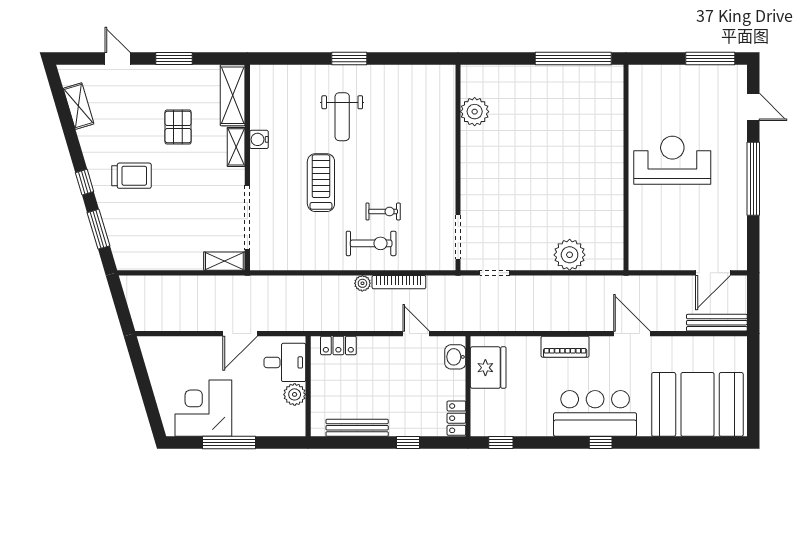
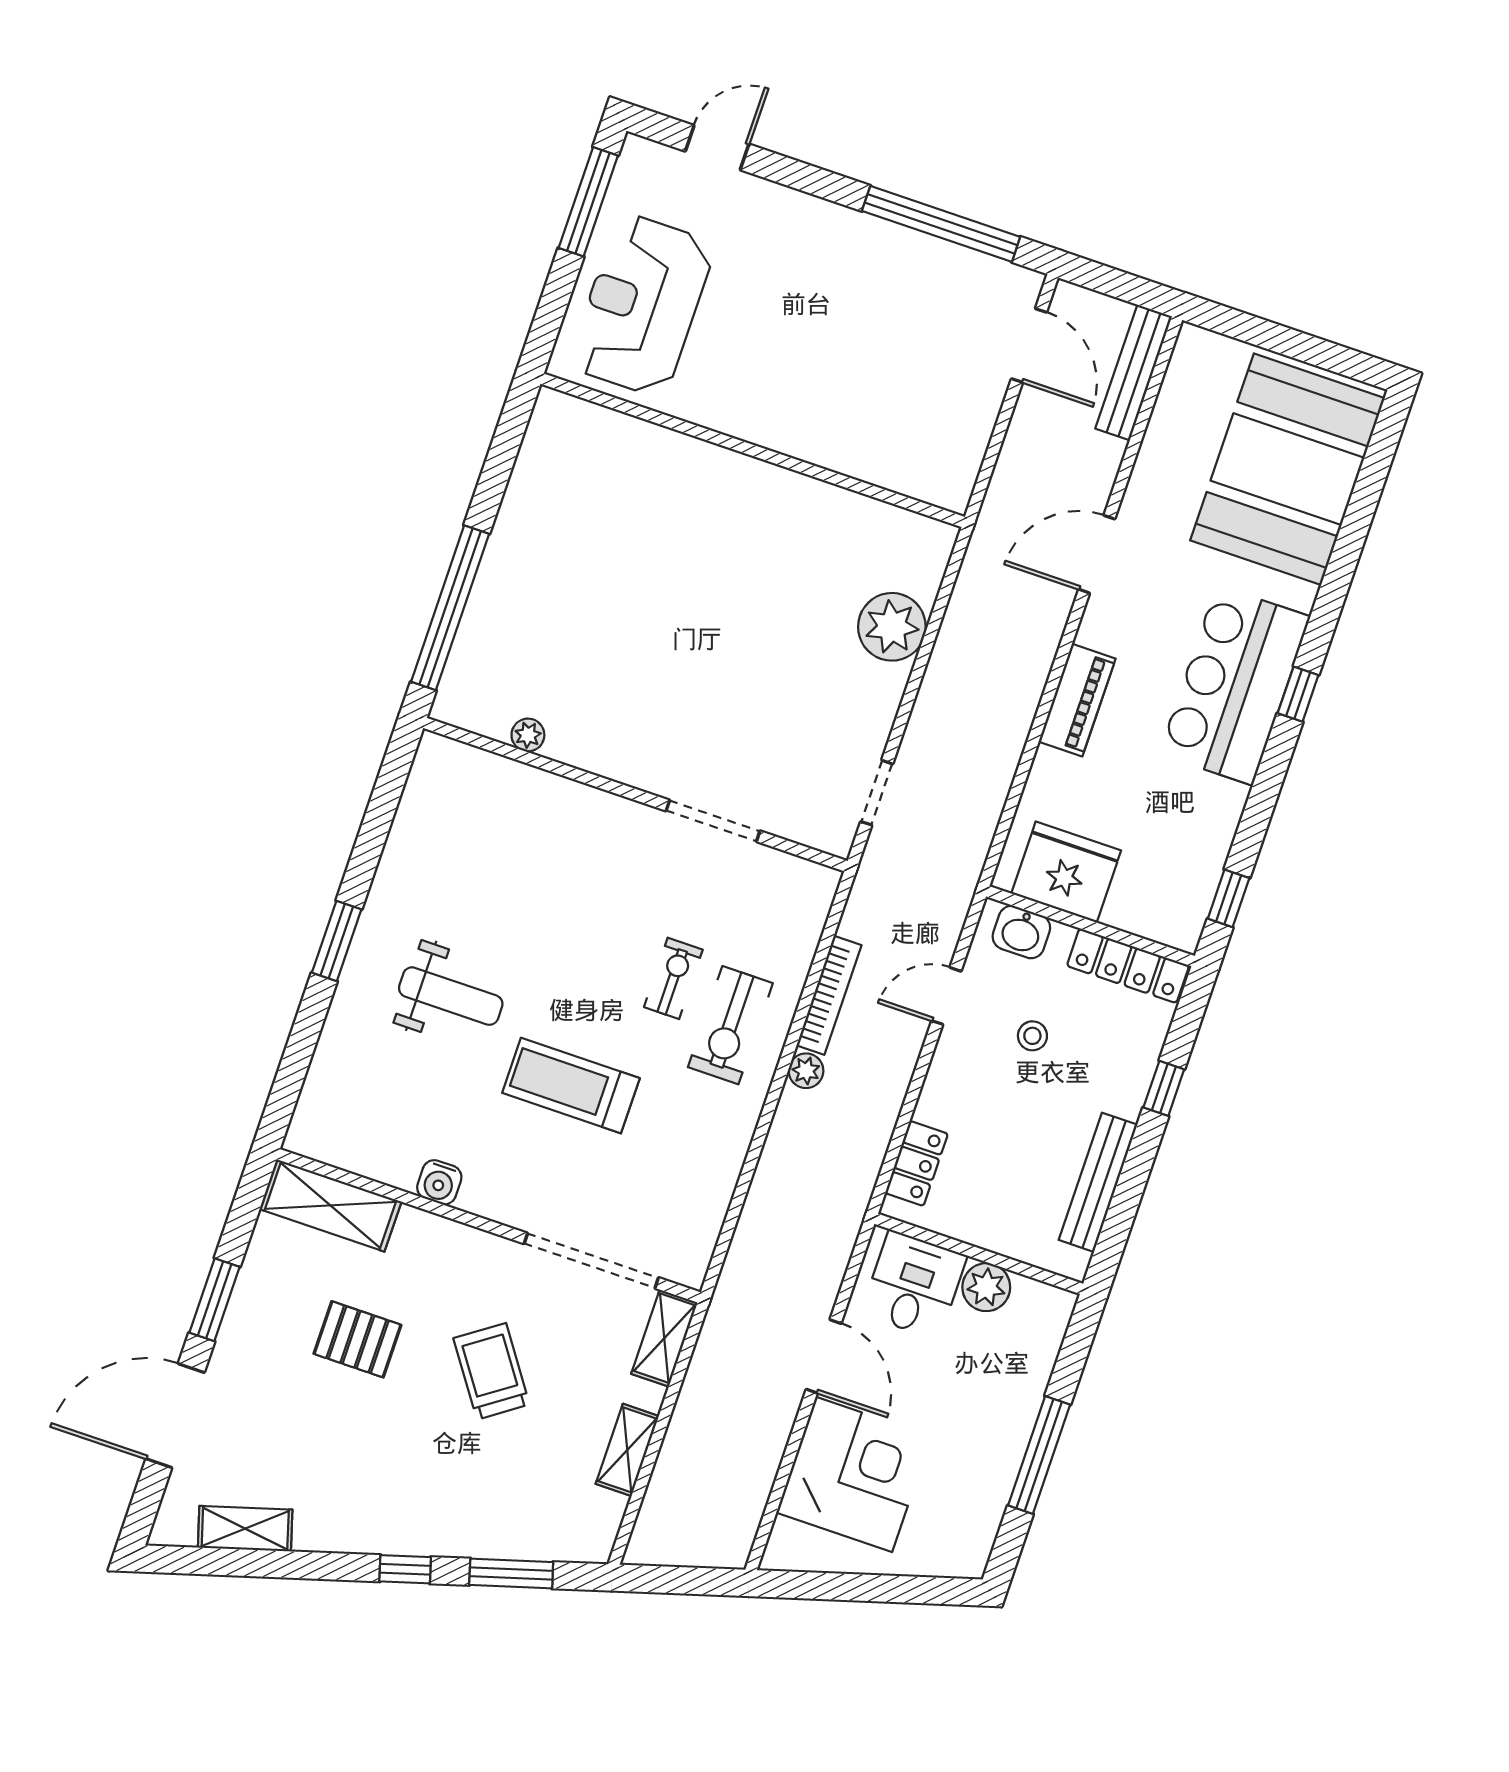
door: (118, 59) -> (175, 1416), width x1.88
window: (573, 59) -> (450, 608), moved
plant: (475, 112) -> (528, 735), width x0.53, depth x0.53
shelving: (236, 147) -> (627, 1450), moved, turned 90
reception desk: (672, 160) -> (642, 305), moved
trolley: (131, 176) -> (491, 1371), moved, turned -35
window: (753, 179) -> (941, 224), moved
doorway: (458, 237) -> (713, 821), moved
exercise bike: (371, 243) -> (730, 1025), turned 180
stool: (411, 377) -> (1032, 1036), added
corner desk: (203, 408) -> (854, 1474), moved, turned 180
locker: (456, 418) -> (1128, 966), width x1.53

